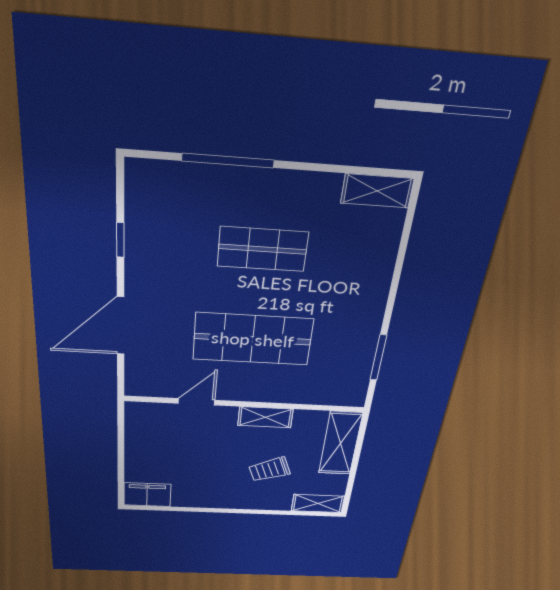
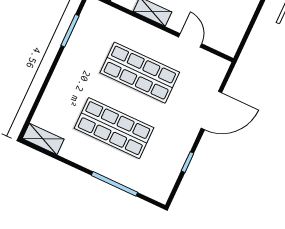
shop shelf: (263, 249) -> (114, 128), width x1.43, depth x1.36
door: (196, 402) -> (190, 40), swing flipped

